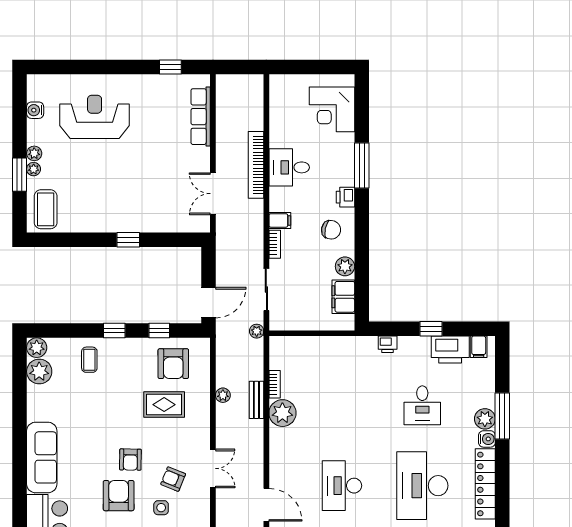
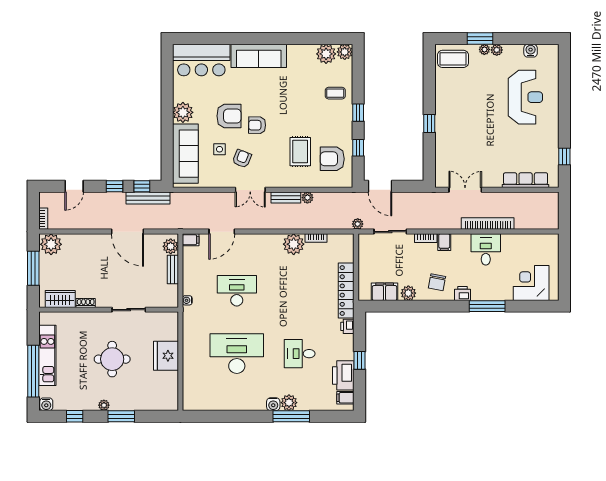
bench: (256, 400) -> (286, 197), moved
locker: (485, 484) -> (346, 291), moved, turned -90

